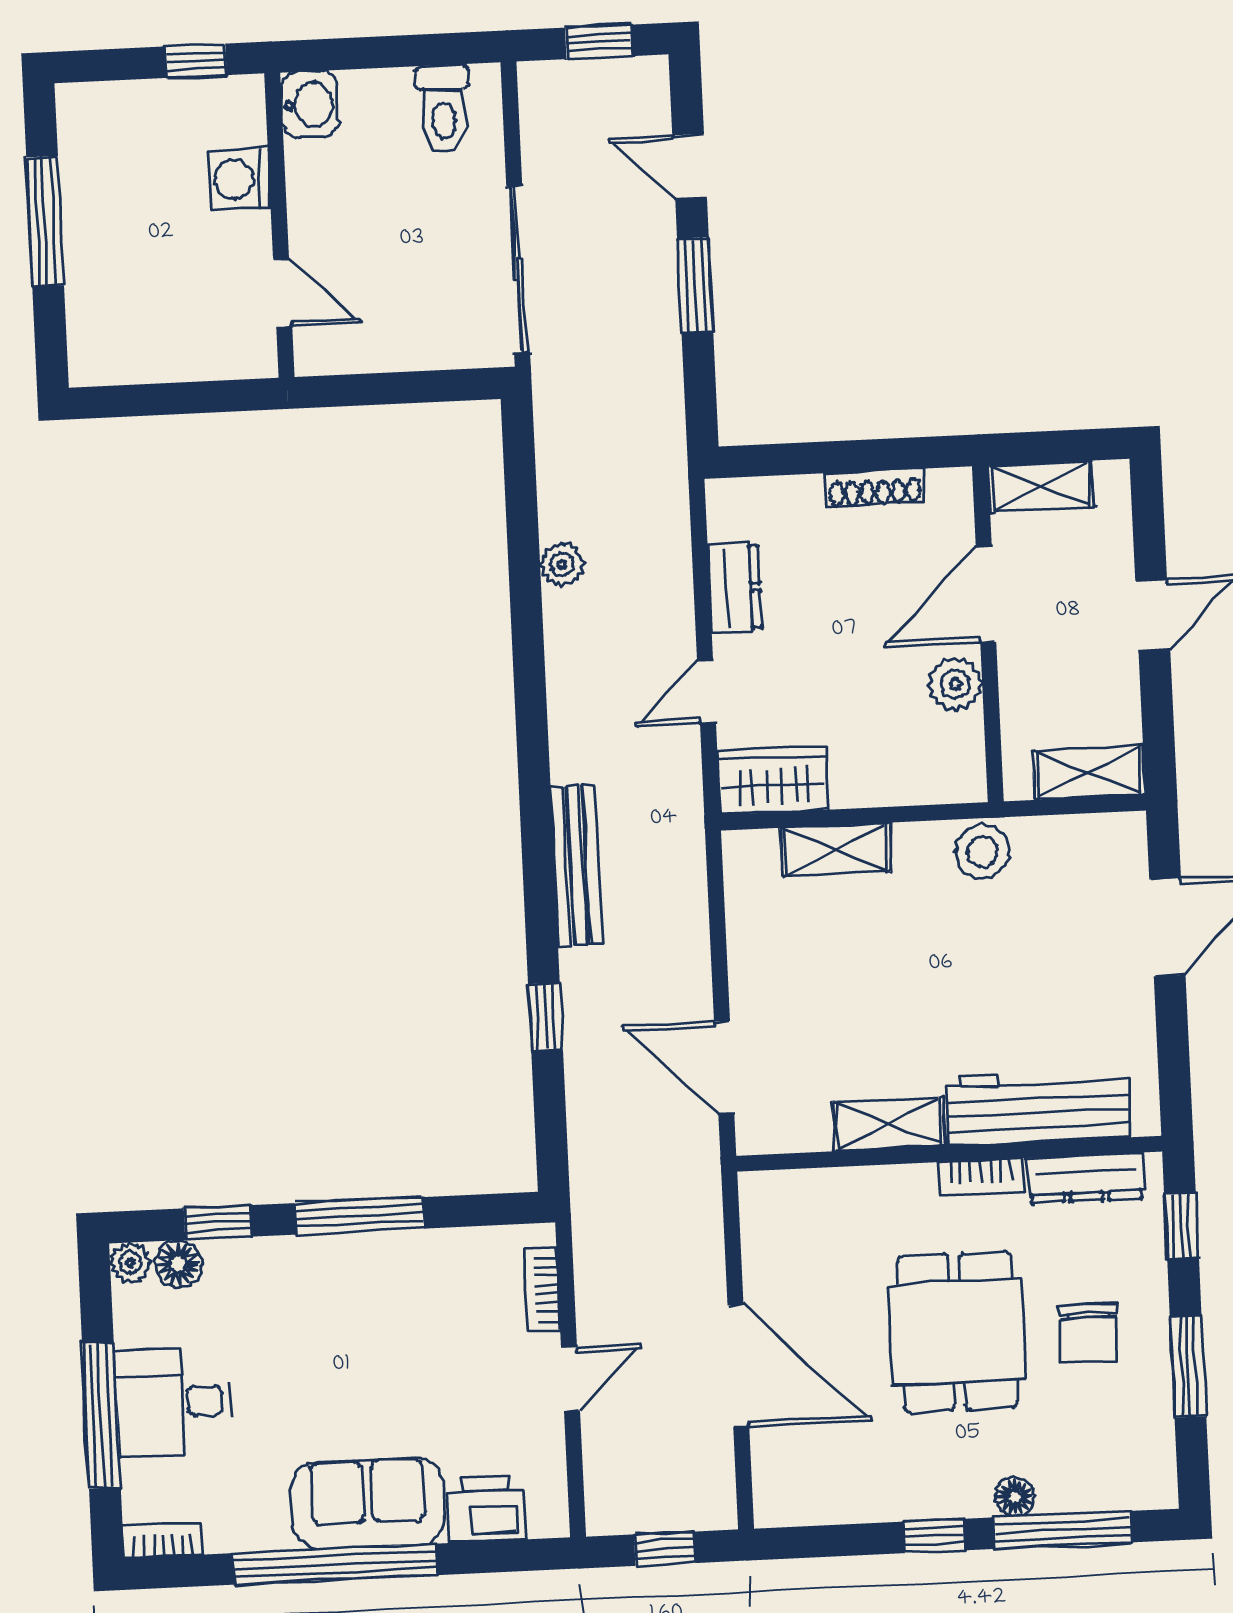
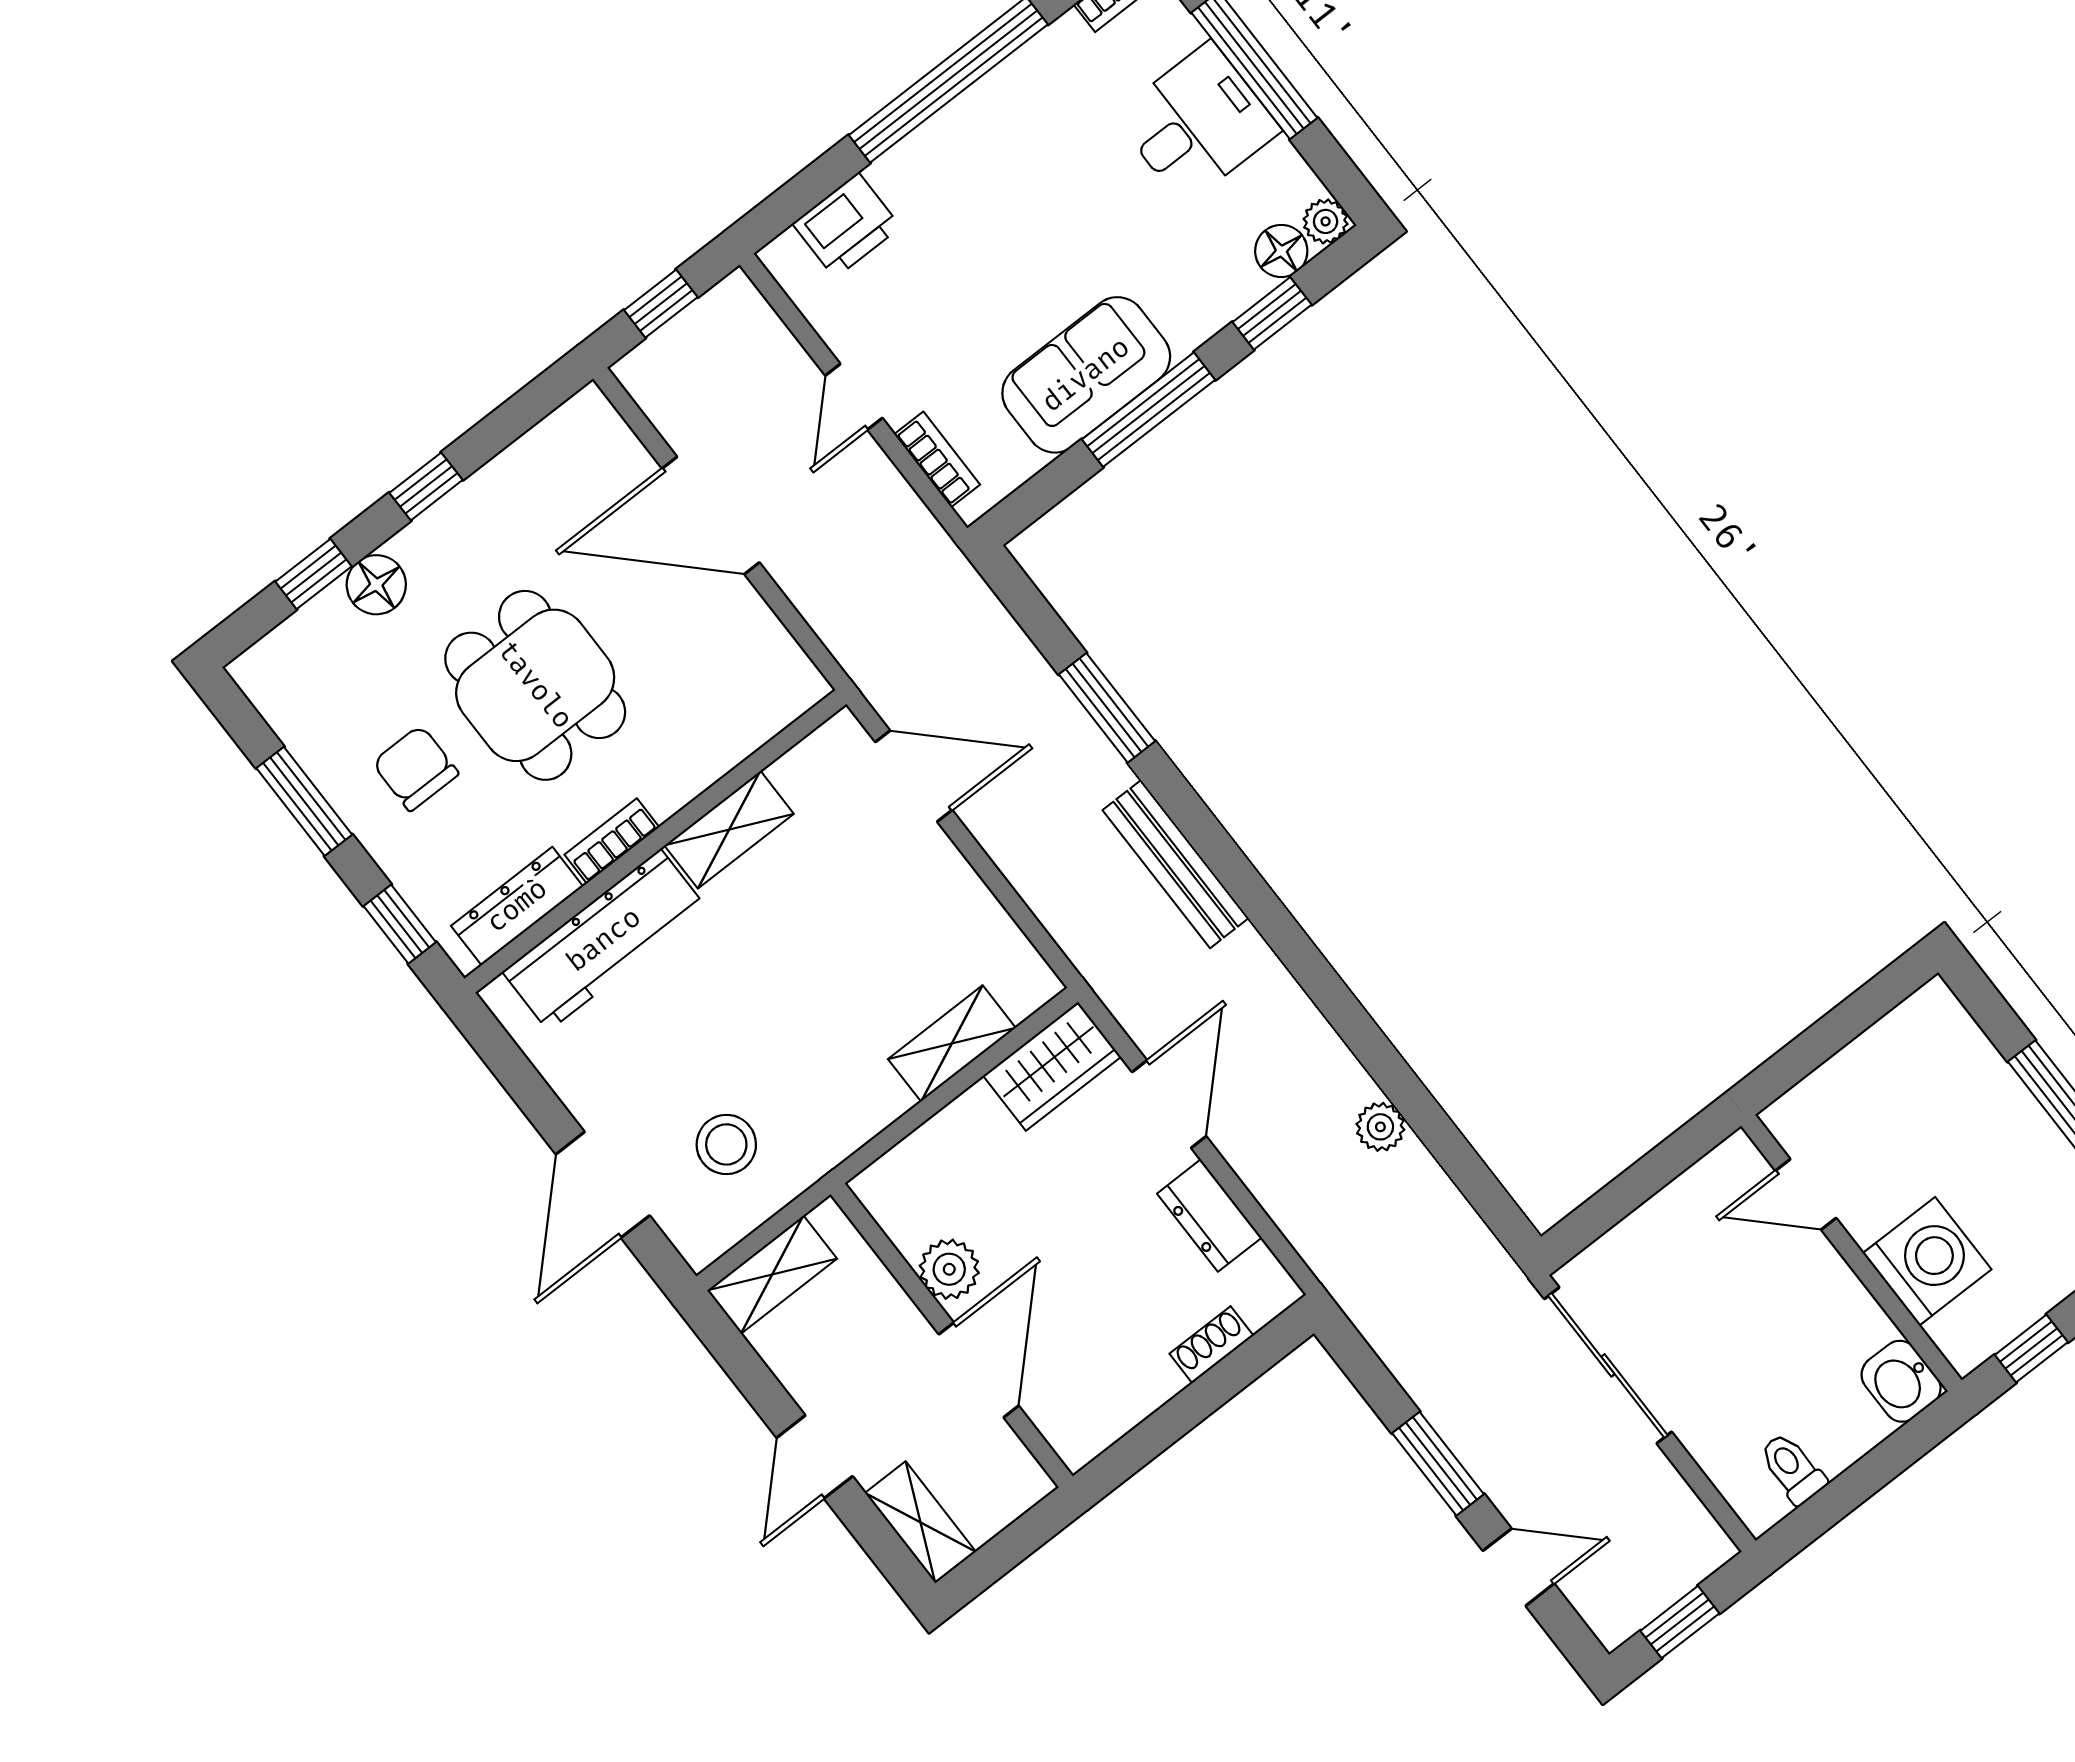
toilet: (443, 109) -> (1792, 1468), width x0.73, depth x0.72
washing machine: (239, 179) -> (1927, 1261), width x1.37, depth x1.37
shelving: (1041, 486) -> (920, 1522), moved, turned 90
shoe rack: (875, 488) -> (1211, 1345), moved, width x0.70
door: (706, 691) -> (1169, 1104), width x1.38
stool: (982, 852) -> (726, 1144), moved
window: (546, 1017) -> (1107, 708), width x1.50
floor lamp: (1015, 1497) -> (376, 585), width x1.37, depth x1.37
sofa: (368, 1503) -> (1086, 375), moved, turned 180
window: (1063, 1530) -> (314, 574), width x0.46

